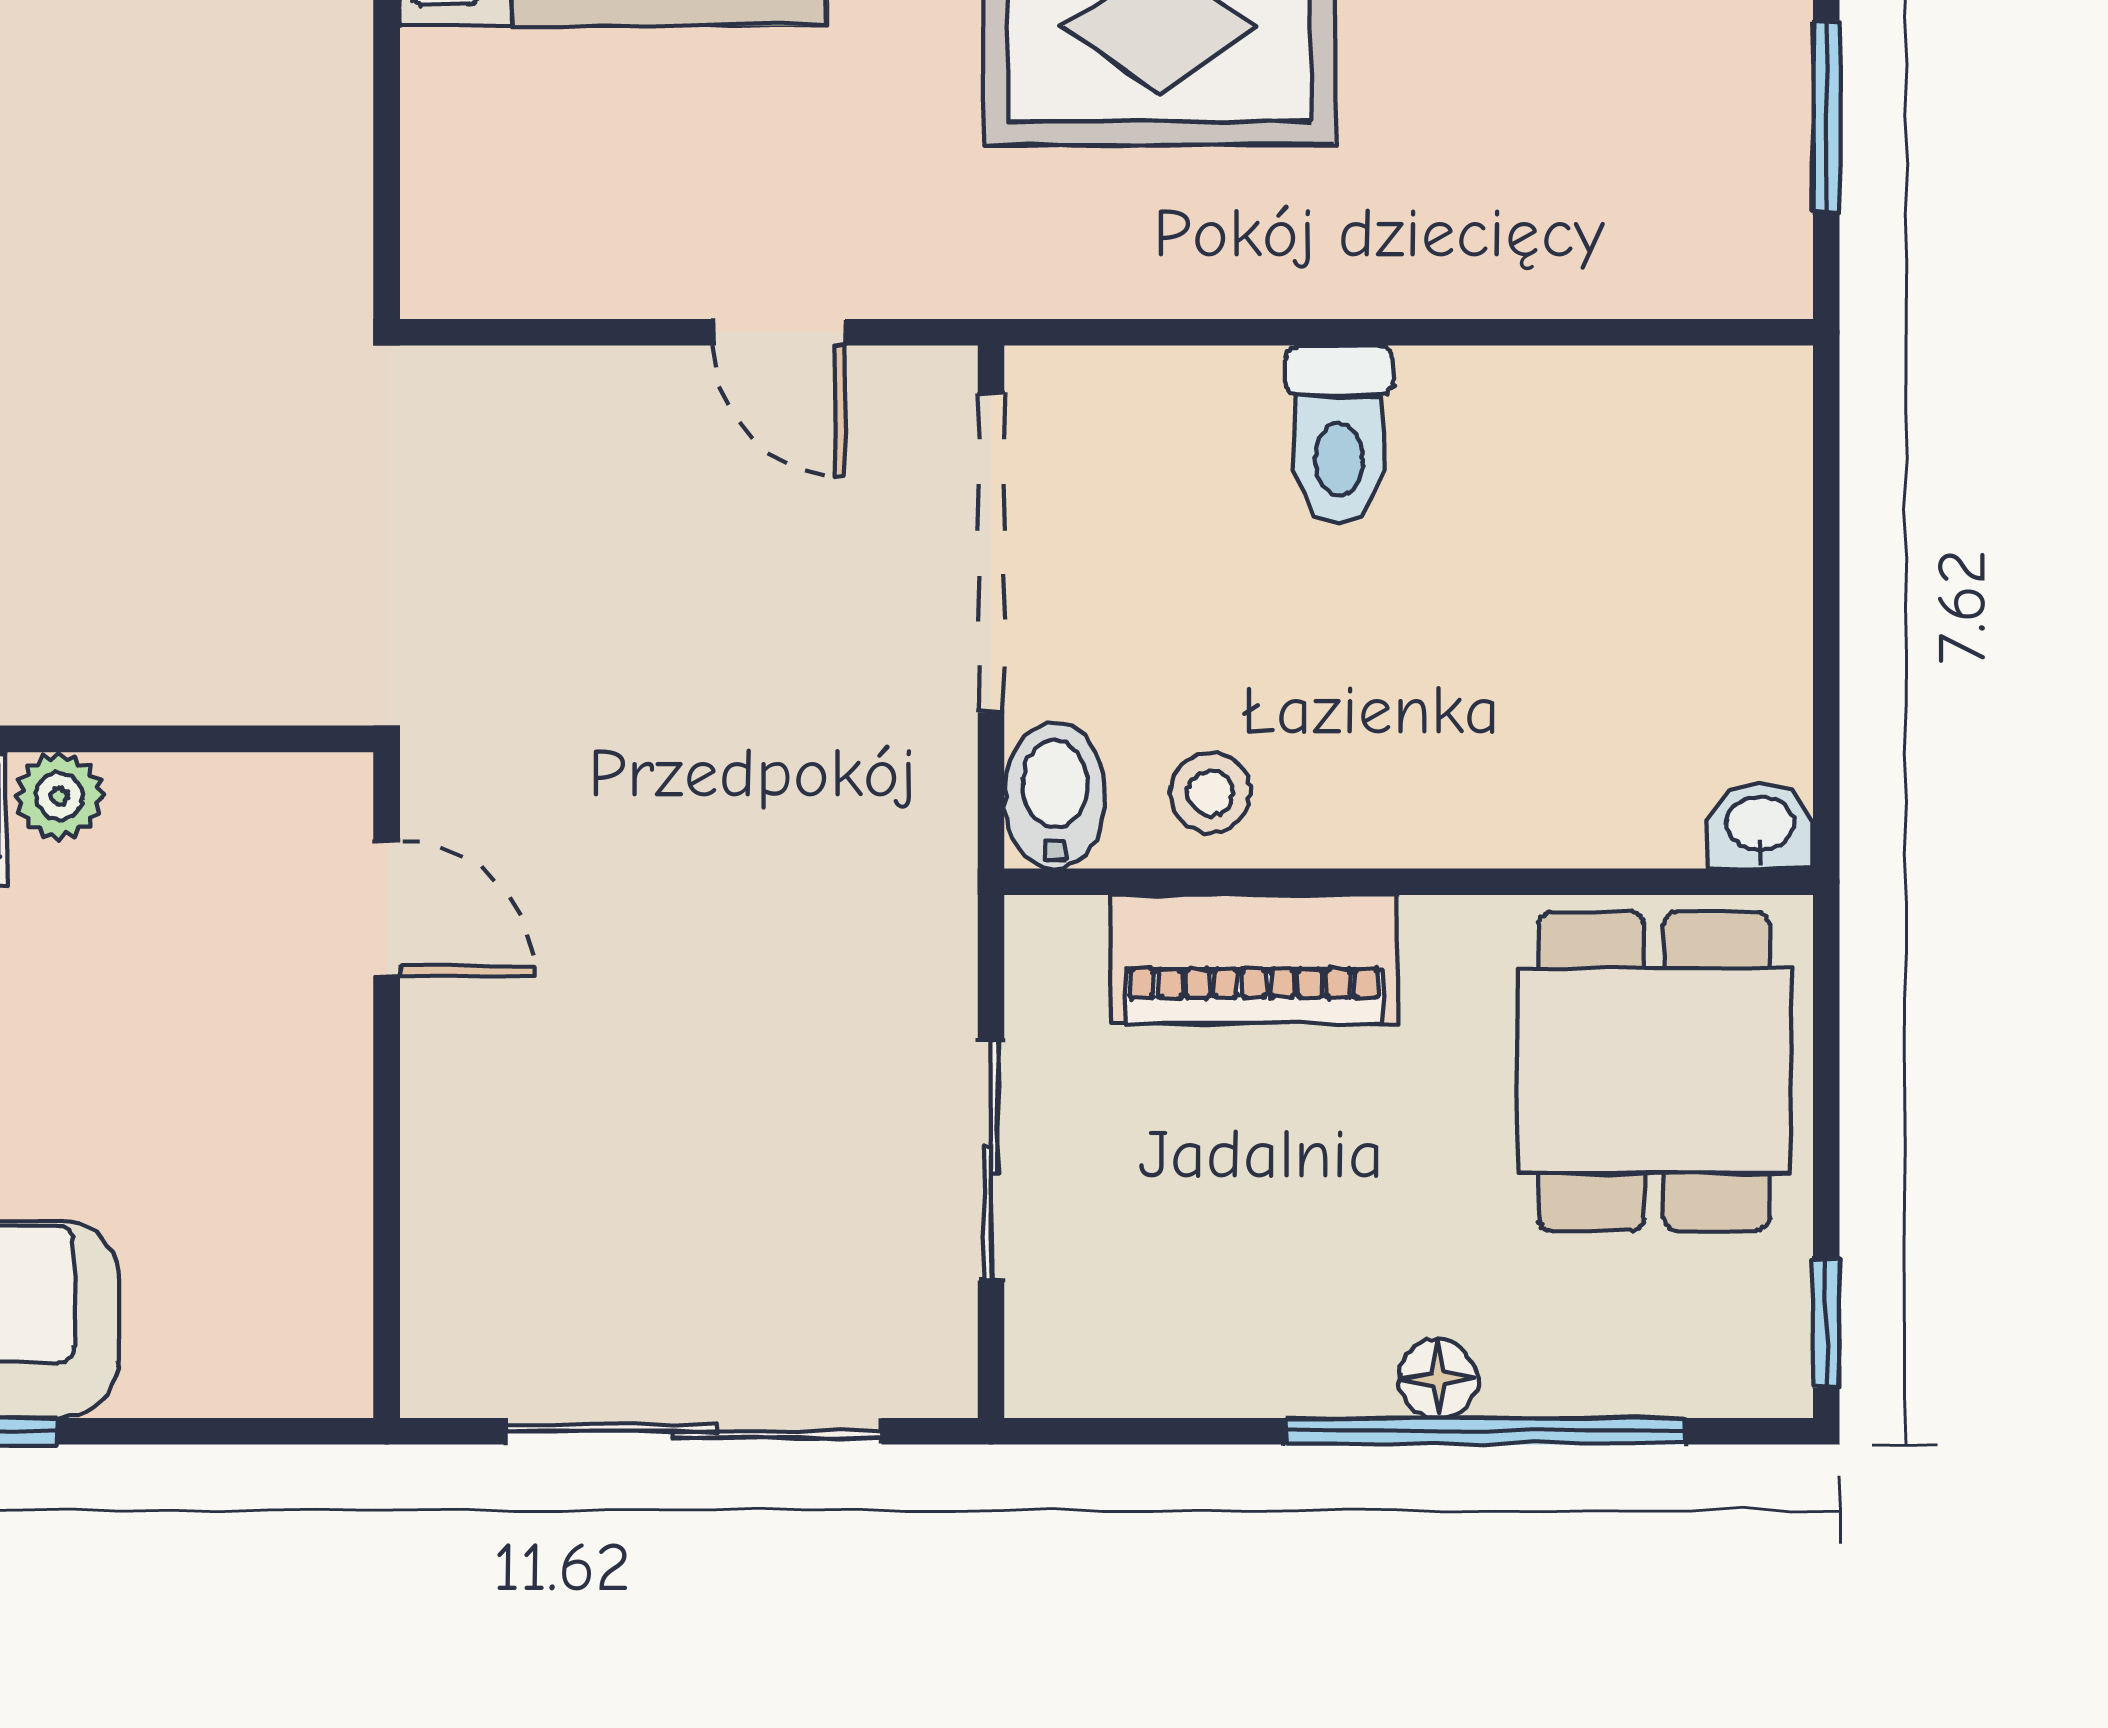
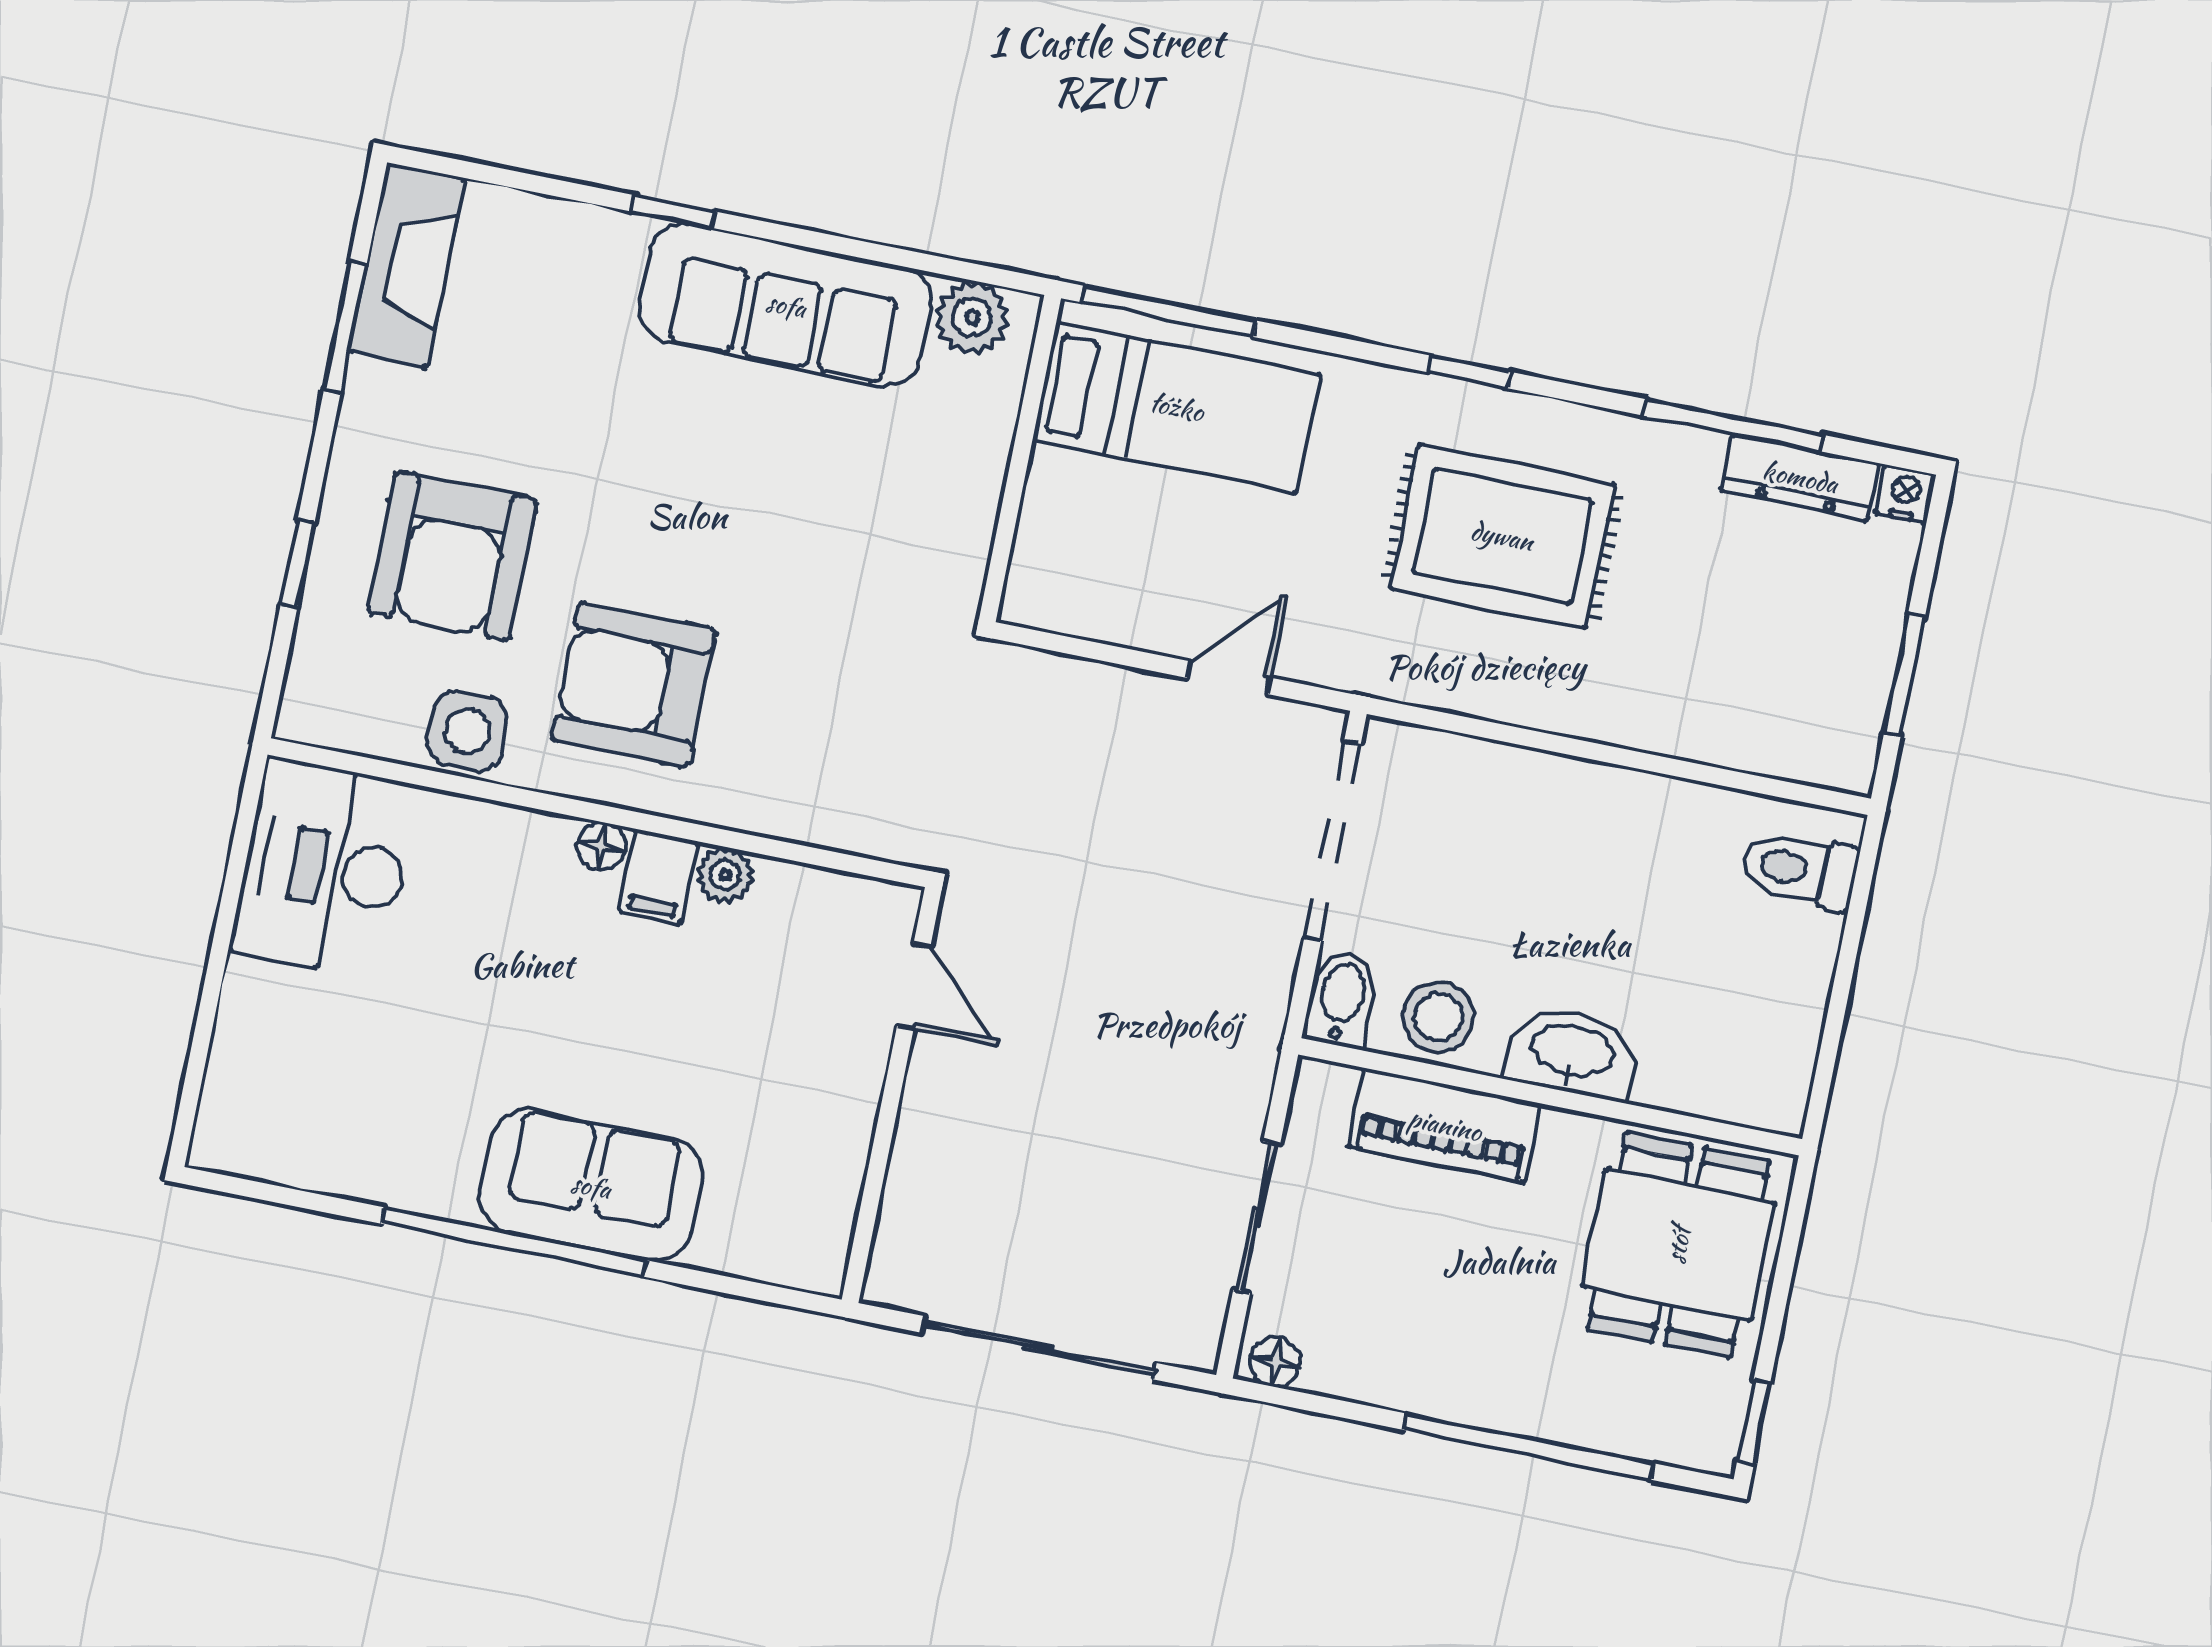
door: (779, 332) -> (1229, 678), swing flipped
toilet: (1339, 435) -> (1799, 870), moved, turned 90
stool: (1210, 793) -> (1438, 1017), width x1.37, depth x1.37
washbasin: (1760, 826) -> (1572, 1053), moved, width x1.91, depth x1.45
floor lamp: (1438, 1379) -> (1275, 1362), moved

